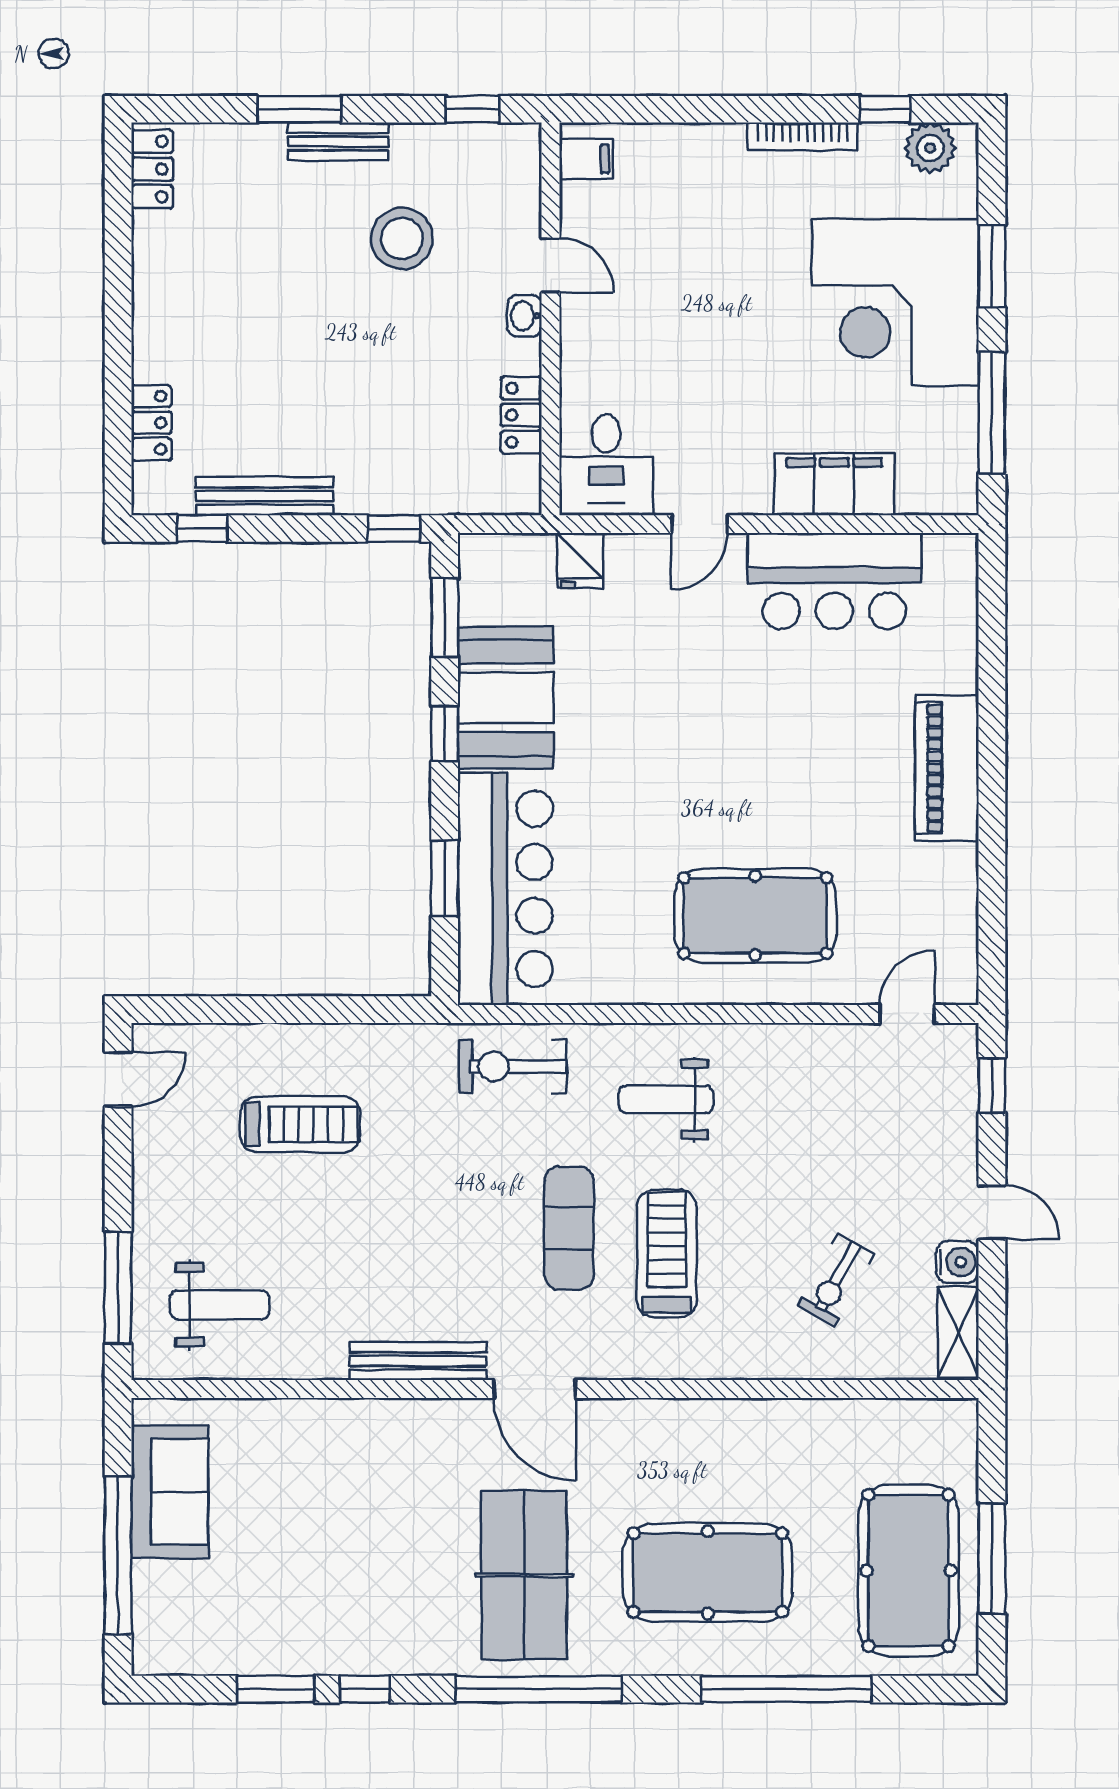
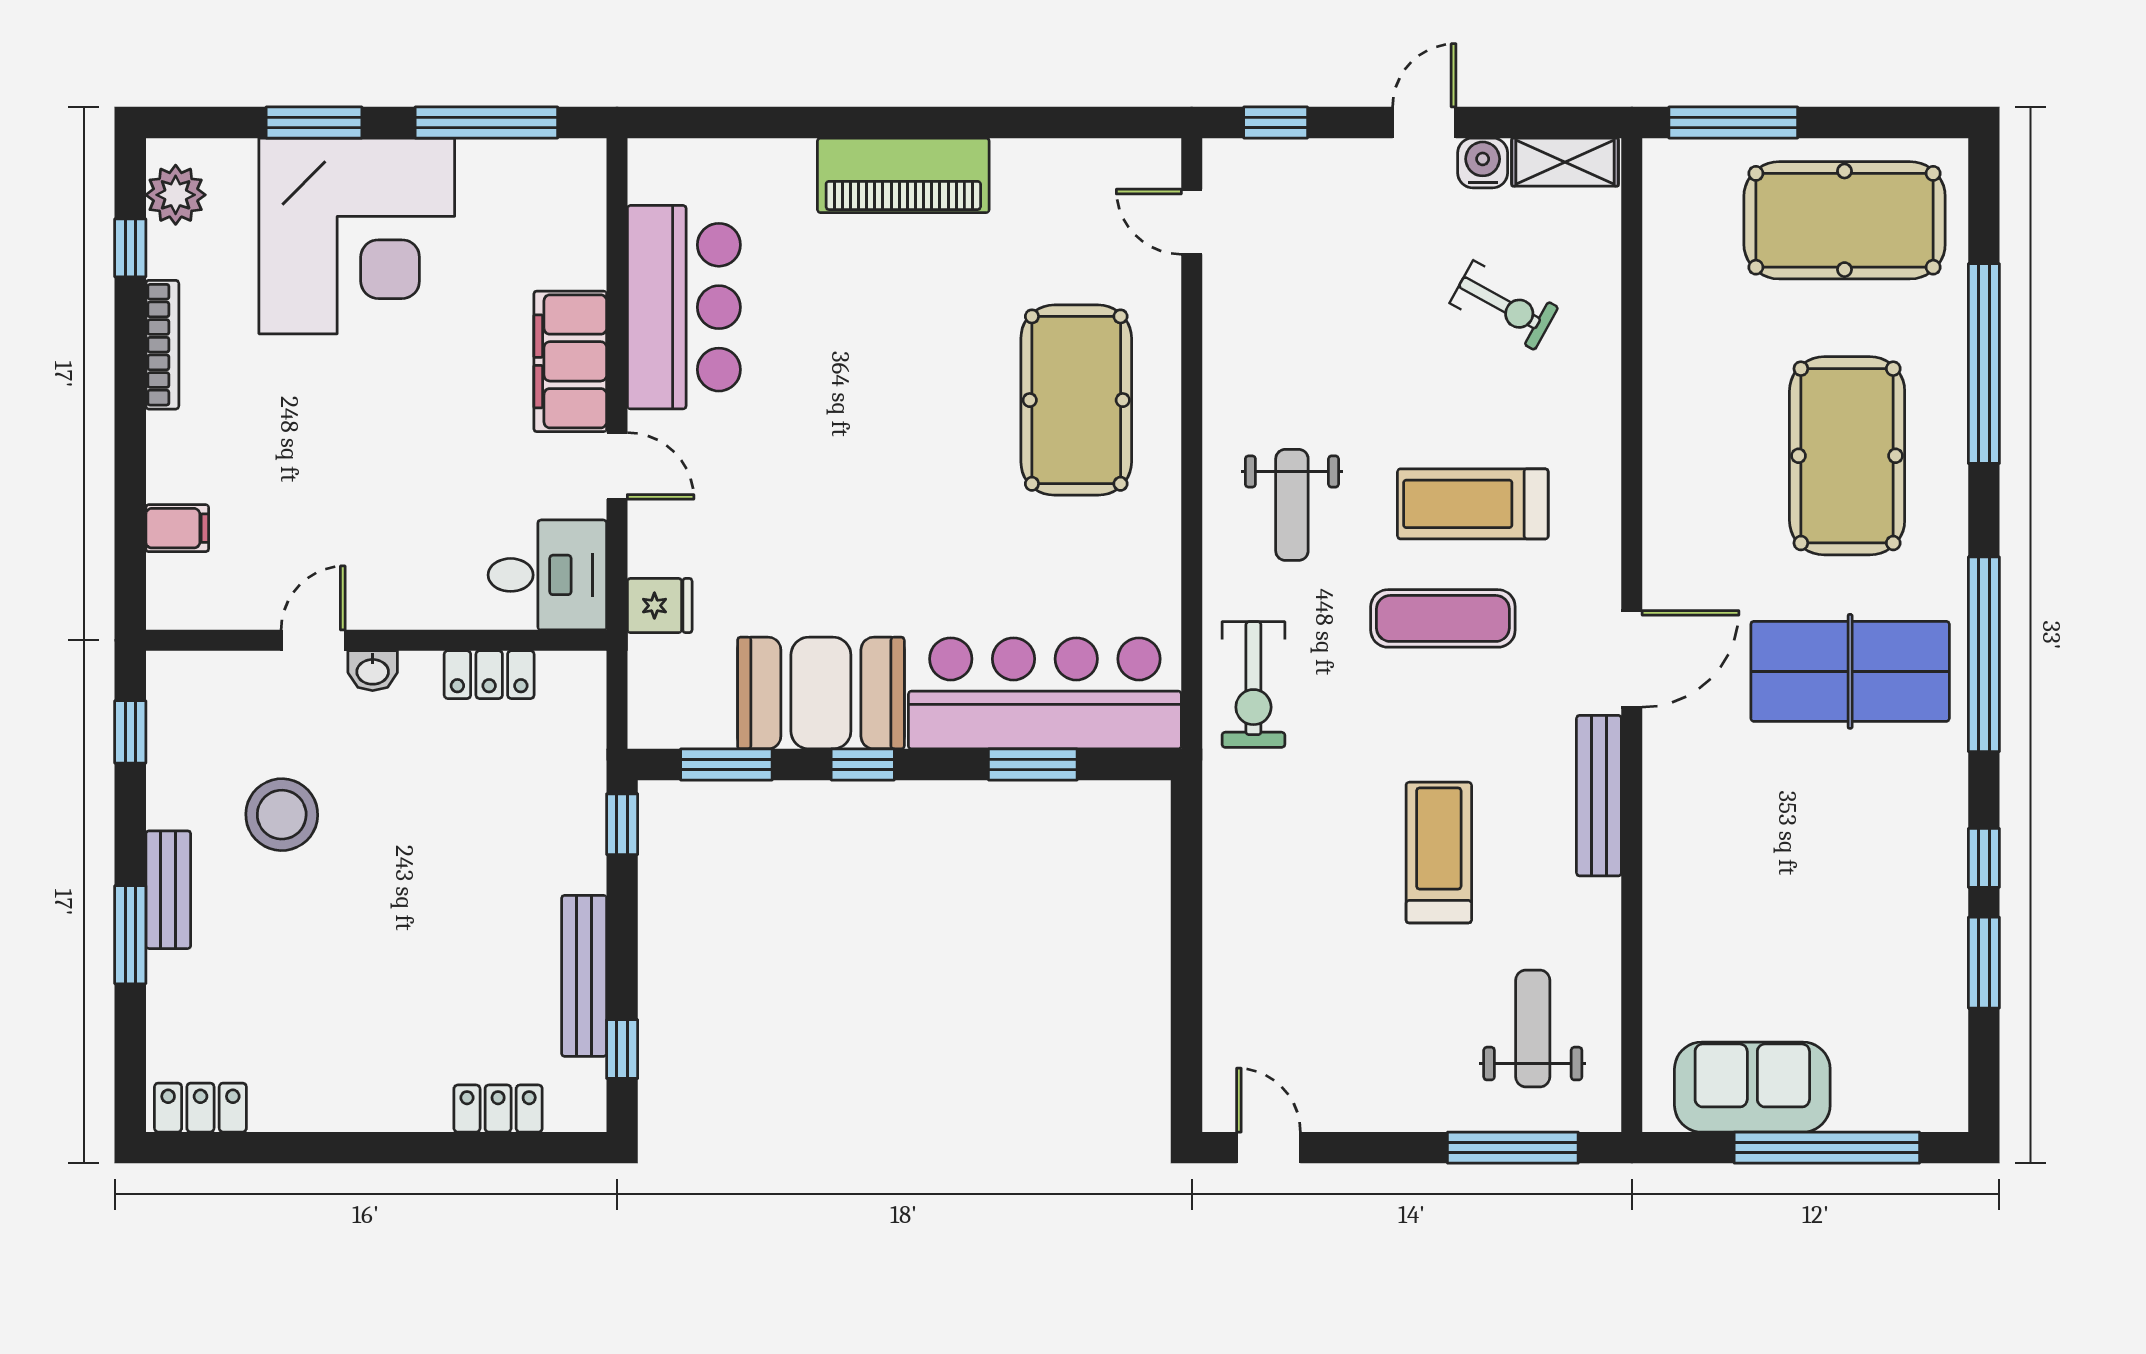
filing cabinet: (586, 159) -> (177, 528), moved, turned 90
filing cabinet: (834, 484) -> (570, 361), moved
treadmill: (300, 1124) -> (1439, 853), moved
window: (992, 1558) -> (1733, 122), moved

